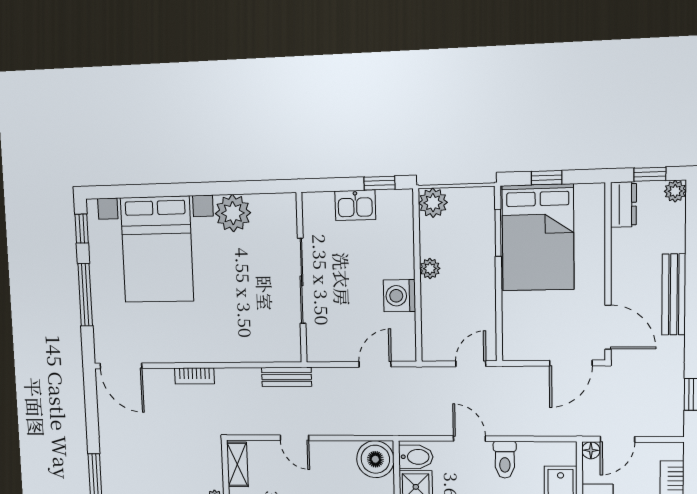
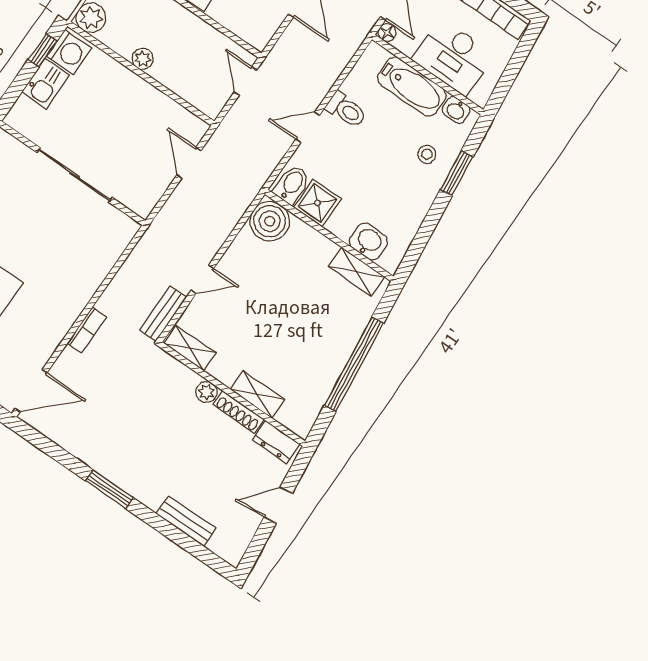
washing machine: (399, 296) -> (69, 52), moved, turned -90
bench: (287, 377) -> (163, 314), moved

